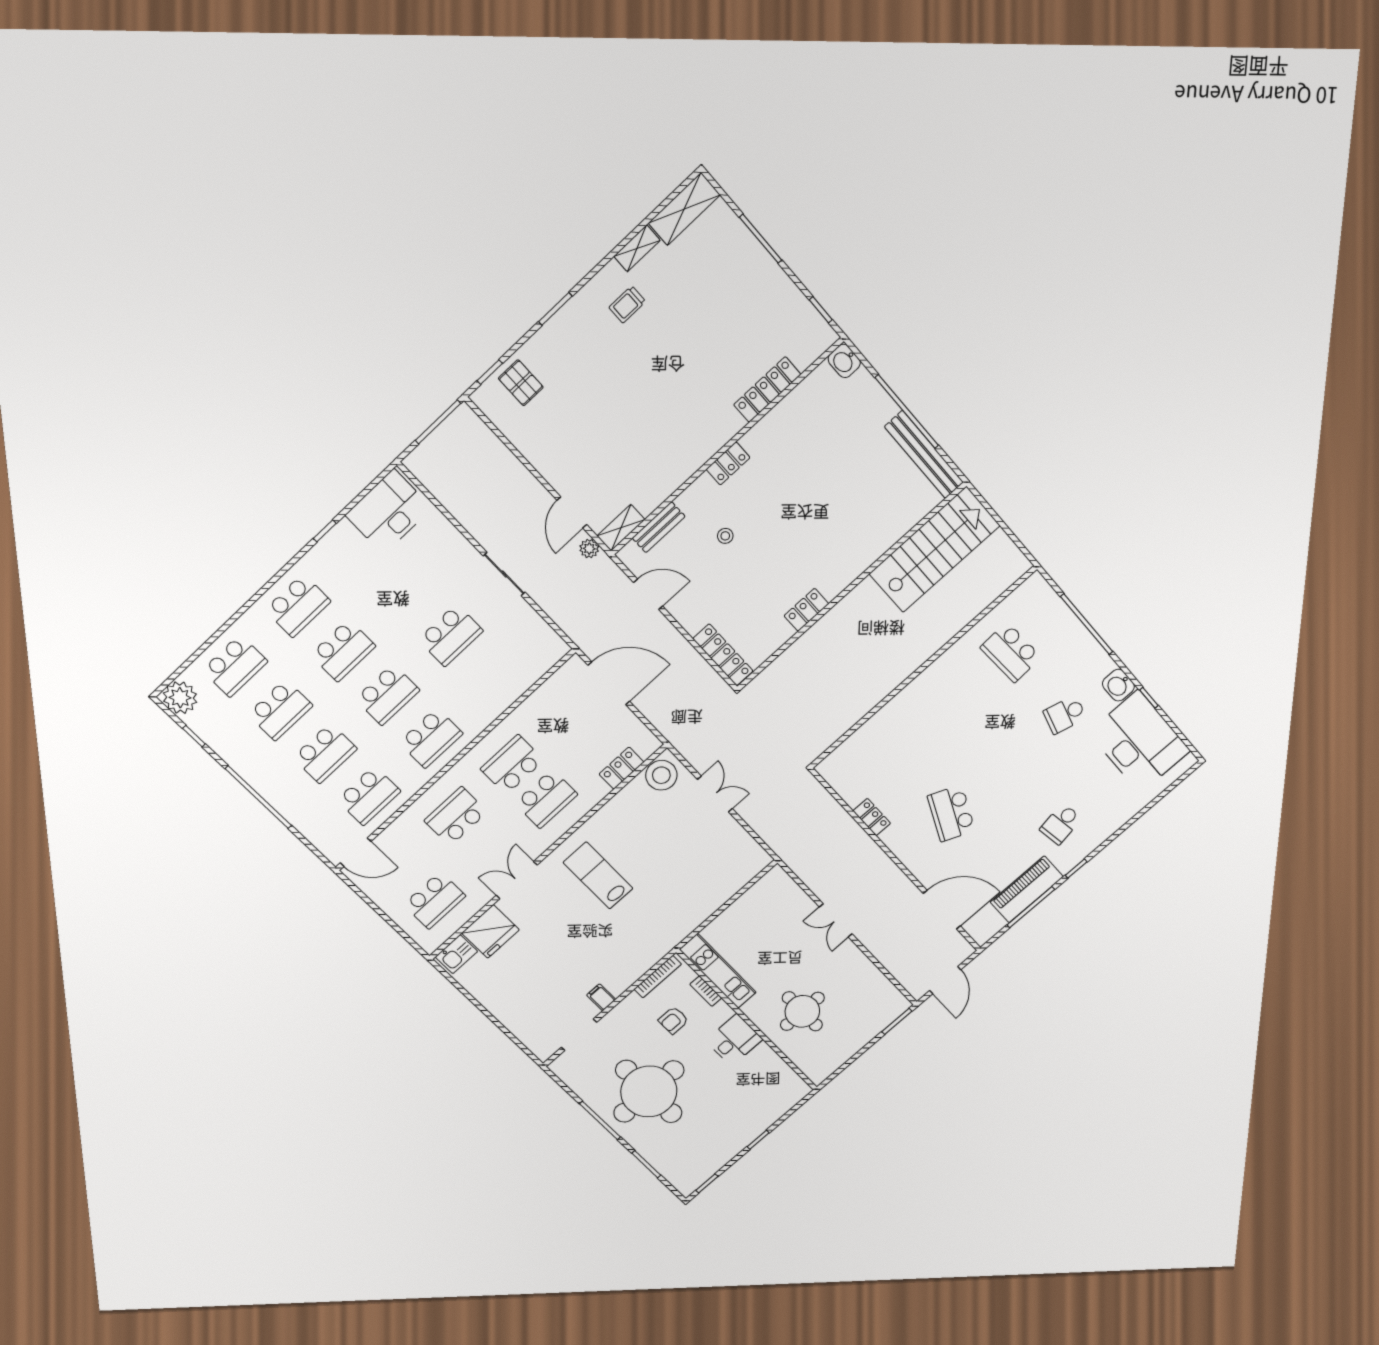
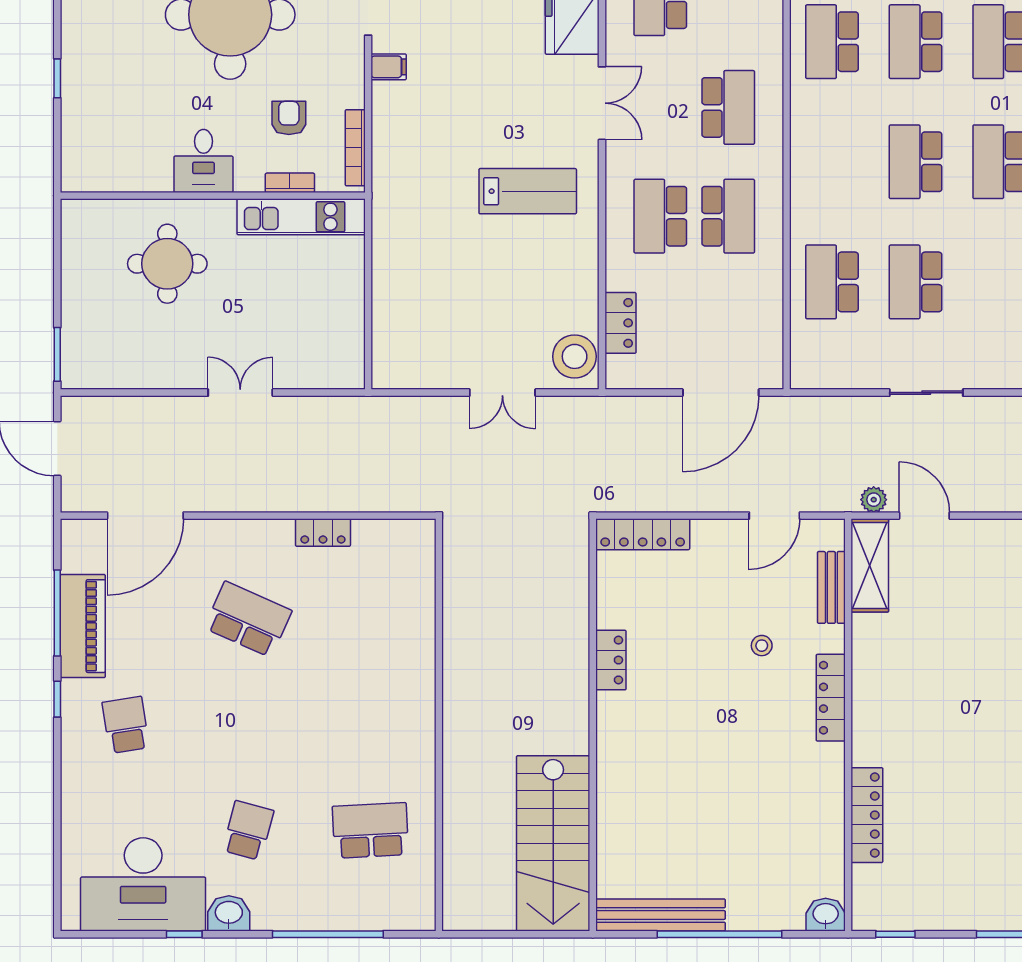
locker: (728, 463) -> (831, 698), width x1.53
shelving: (621, 528) -> (870, 566), width x1.50, depth x1.33
school desk: (431, 738) -> (832, 282), moved

